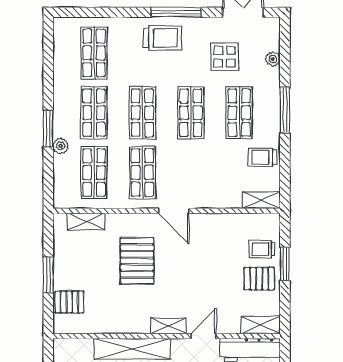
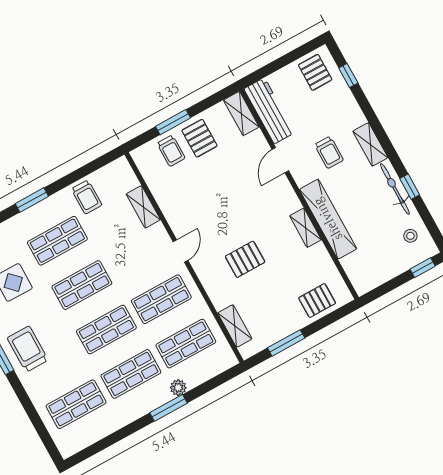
window: (285, 110) -> (32, 200), width x0.69
shelving: (261, 200) -> (143, 207), moved
door: (174, 211) -> (181, 251), width x0.73
pallet: (137, 261) -> (245, 259), width x0.67, depth x0.71
window: (48, 275) -> (286, 343), moved
pallet: (69, 302) -> (317, 301), turned 90
shelving: (168, 326) -> (305, 228), moved
door: (204, 336) -> (280, 160), hinge flipped

